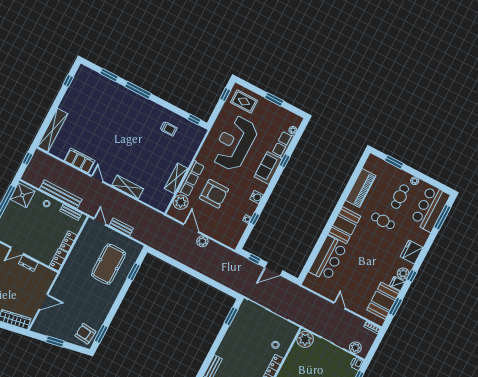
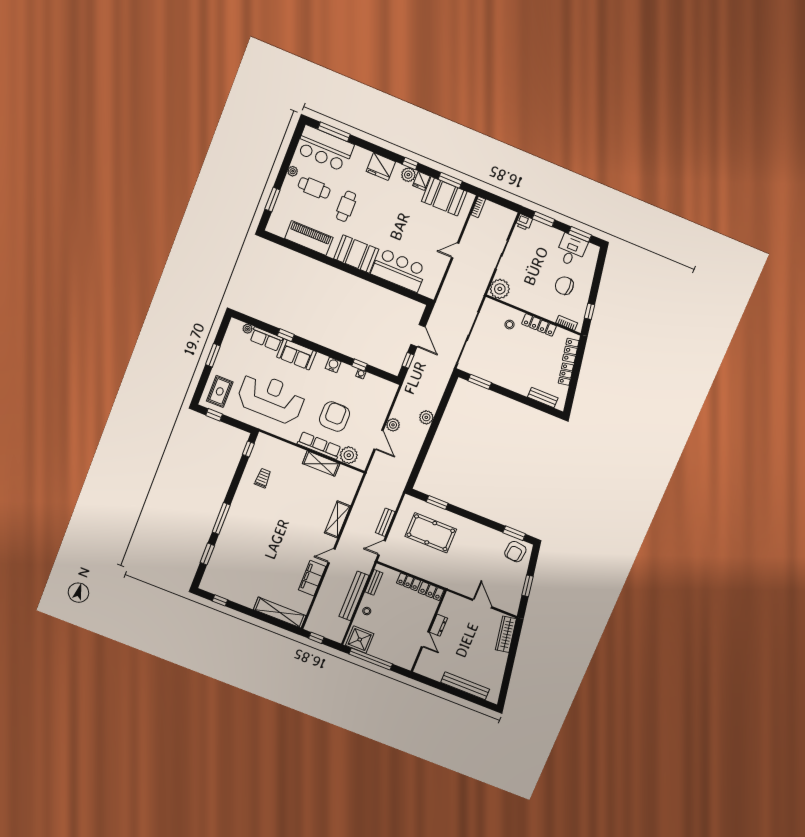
reception desk: (235, 143) -> (271, 398), turned 180
door: (191, 228) -> (378, 440), swing flipped
plant: (355, 348) -> (426, 417), moved

